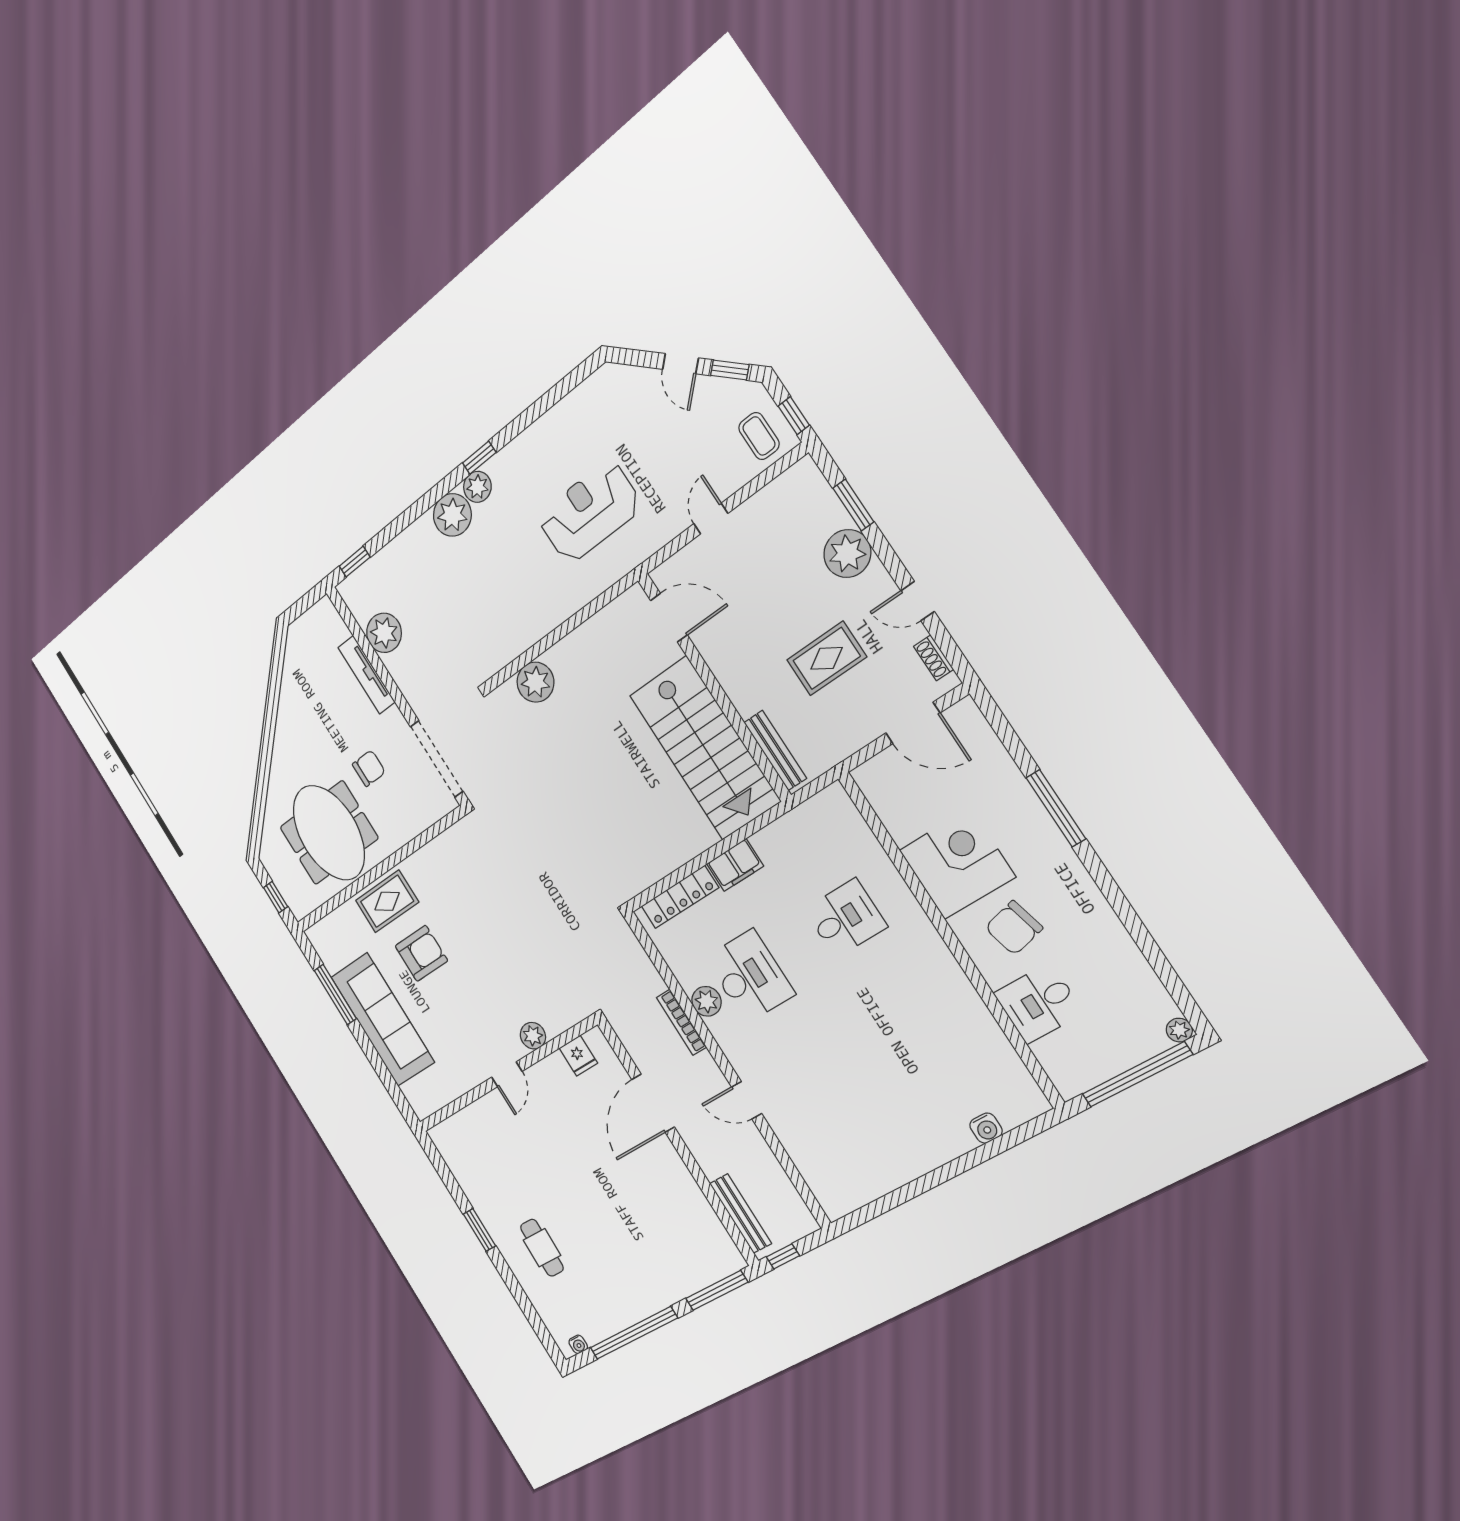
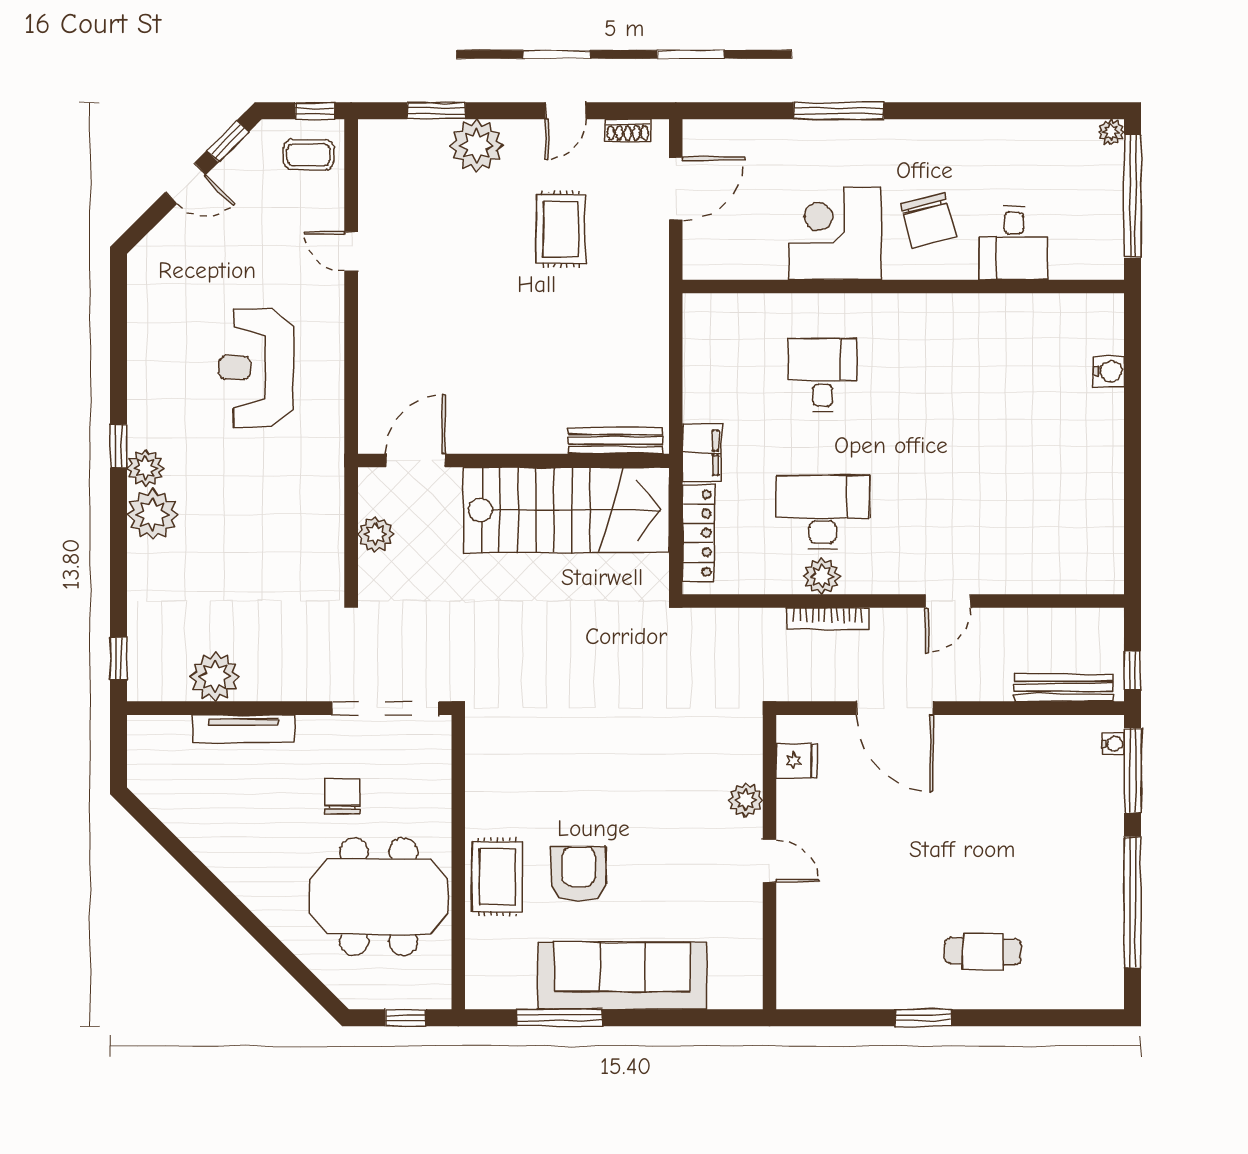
door: (669, 618) -> (415, 460), moved
plant: (535, 682) -> (376, 534), width x0.73, depth x0.73
wall: (714, 687) -> (513, 460), moved
stairs: (705, 748) -> (567, 510), moved
bench: (775, 750) -> (615, 441), moved
water cooler: (578, 1344) -> (1113, 744), moved

